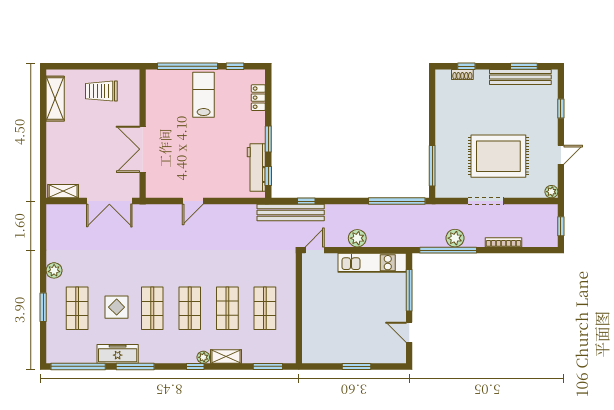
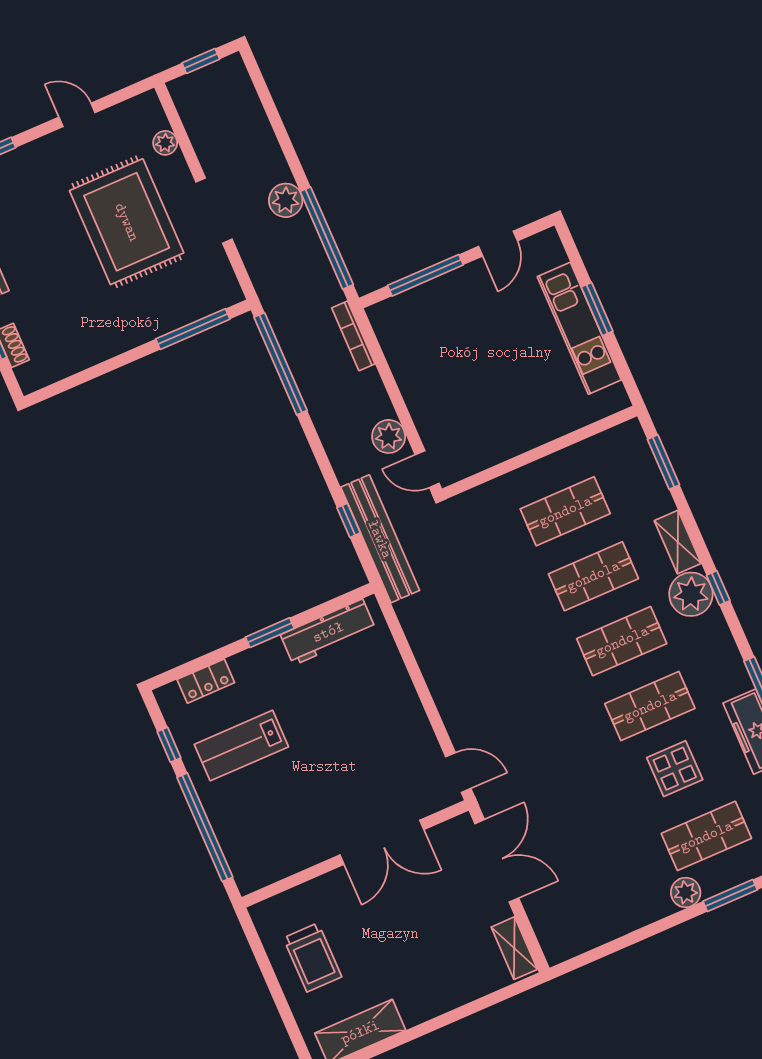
lab bench: (204, 95) -> (241, 746), moved
window: (268, 176) -> (334, 605), removed
plant: (551, 192) -> (165, 143), moved
door: (193, 201) -> (458, 773), moved
plant: (357, 238) -> (389, 436), moved
plant: (455, 238) -> (286, 200), moved
bookcase: (503, 242) -> (353, 336), moved
kitchen unit: (372, 263) -> (579, 328), moved, turned 180
plant: (54, 270) -> (686, 892), moved
plant: (203, 357) -> (691, 594), width x1.87, depth x1.87

